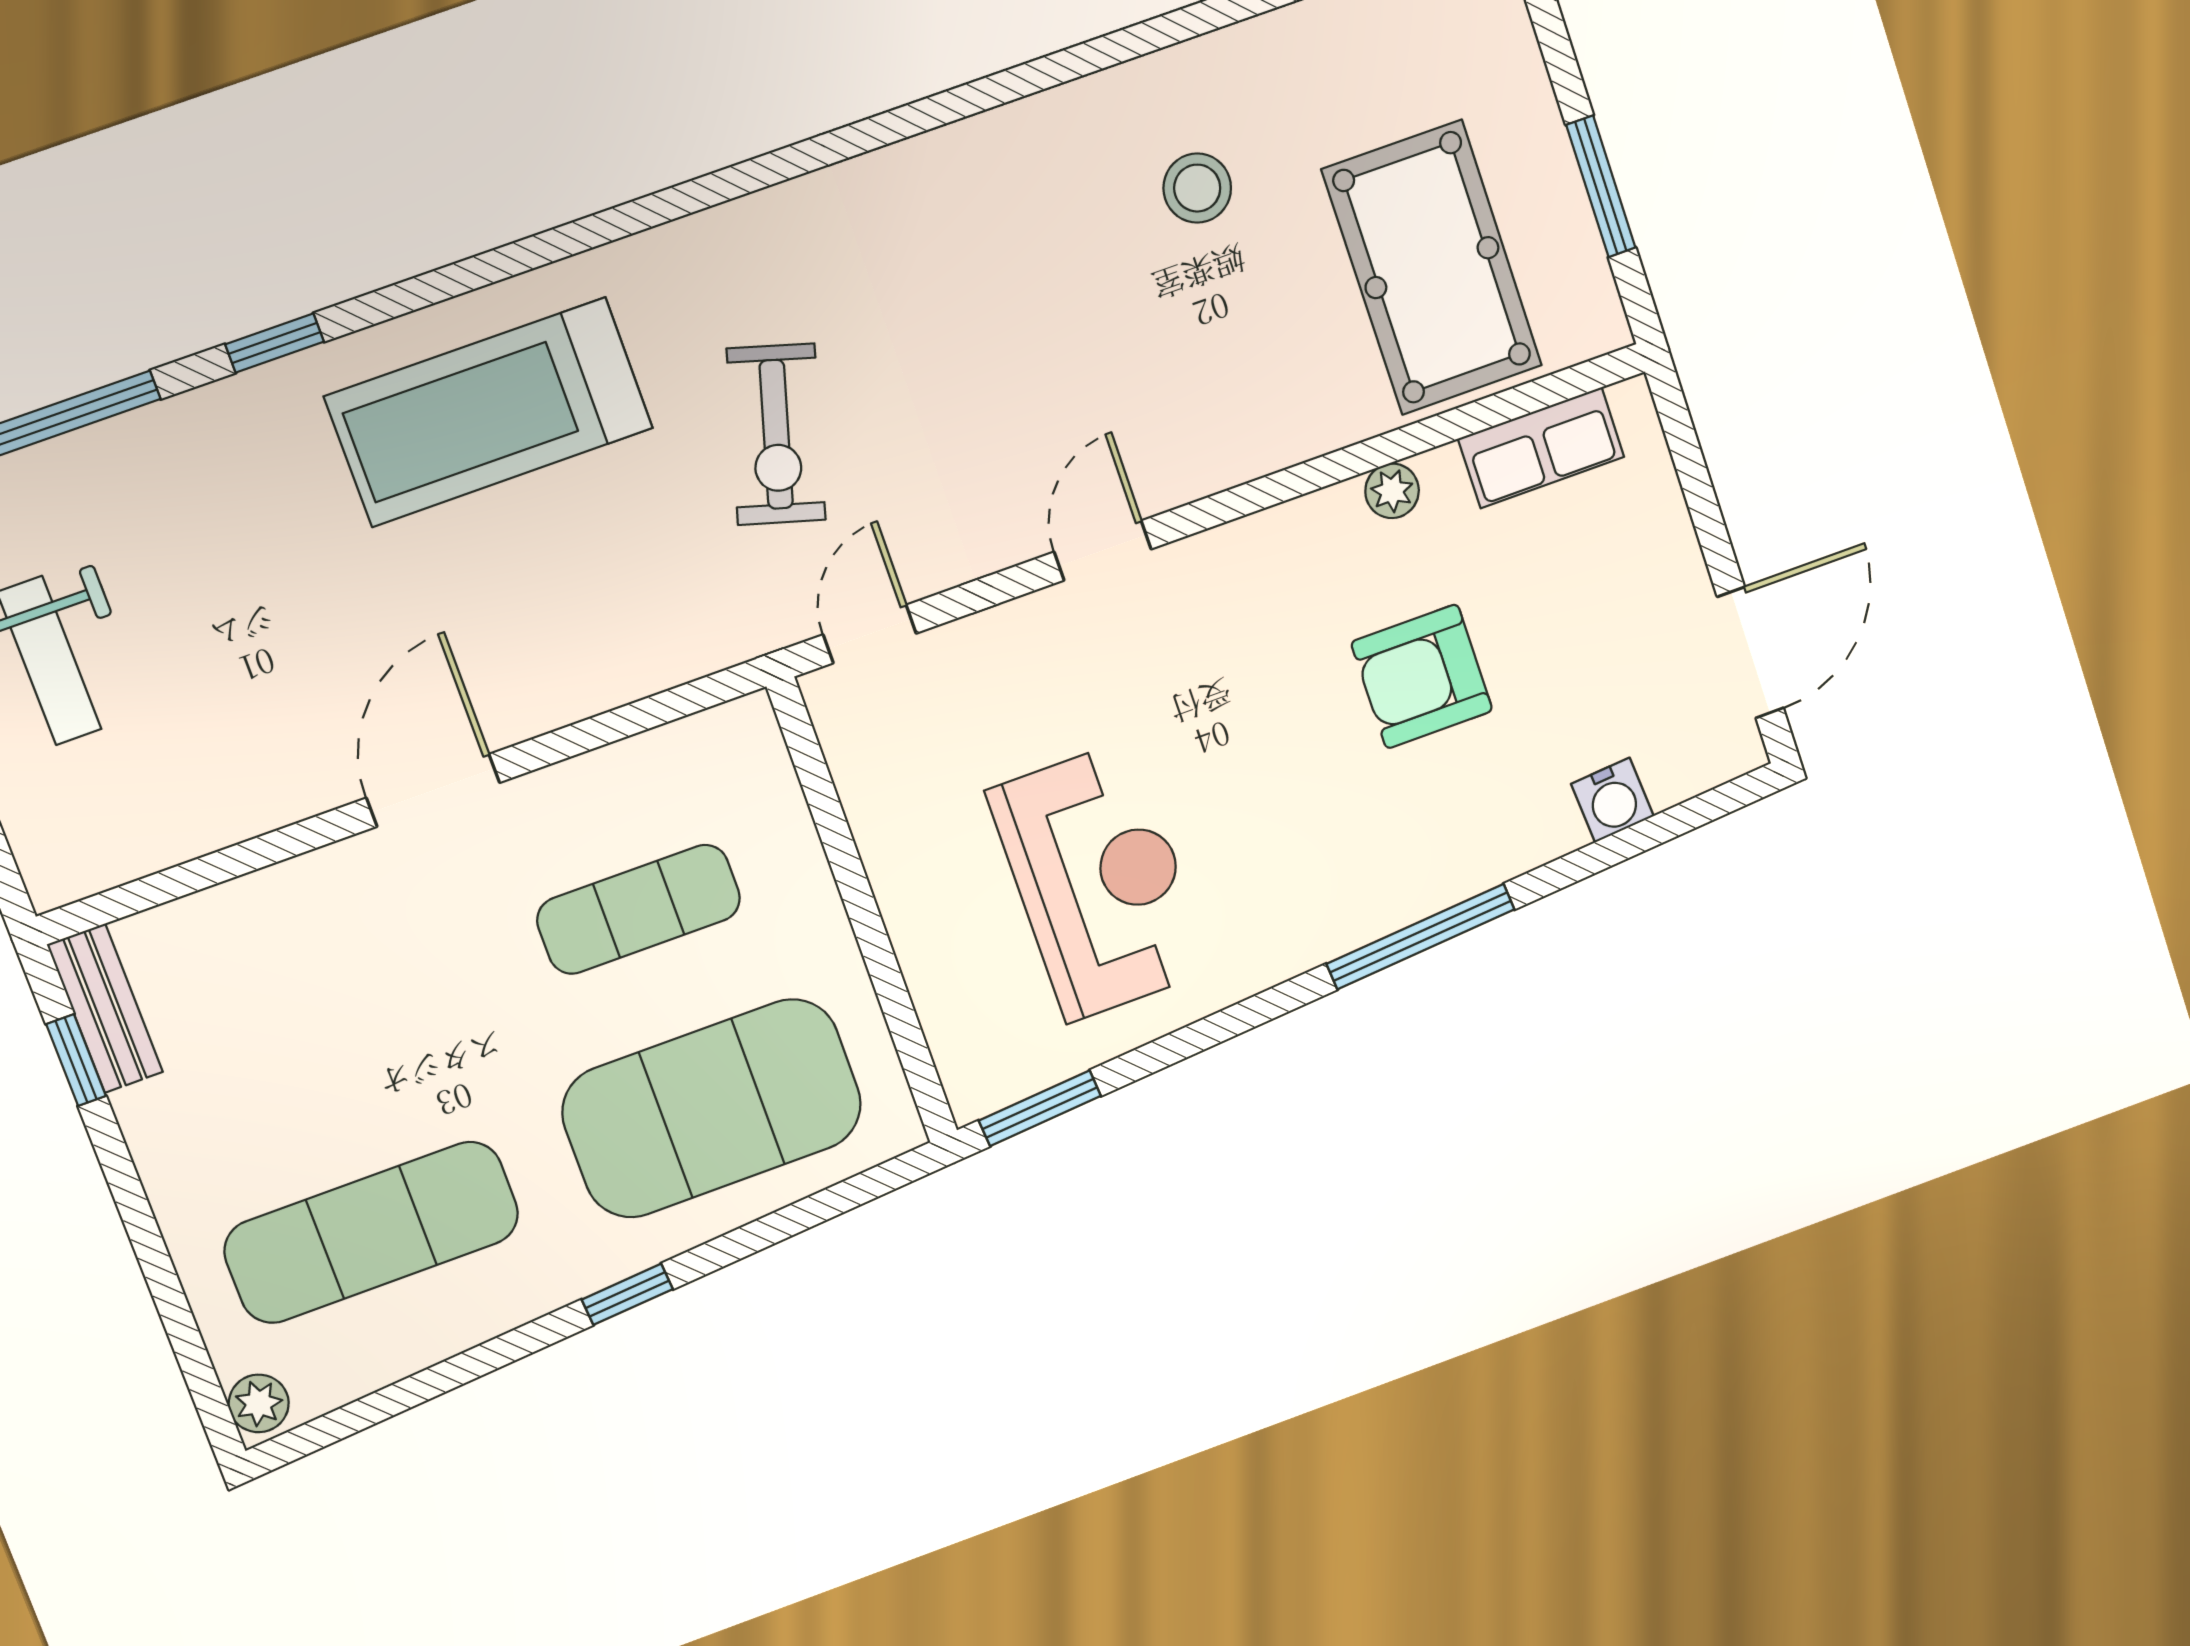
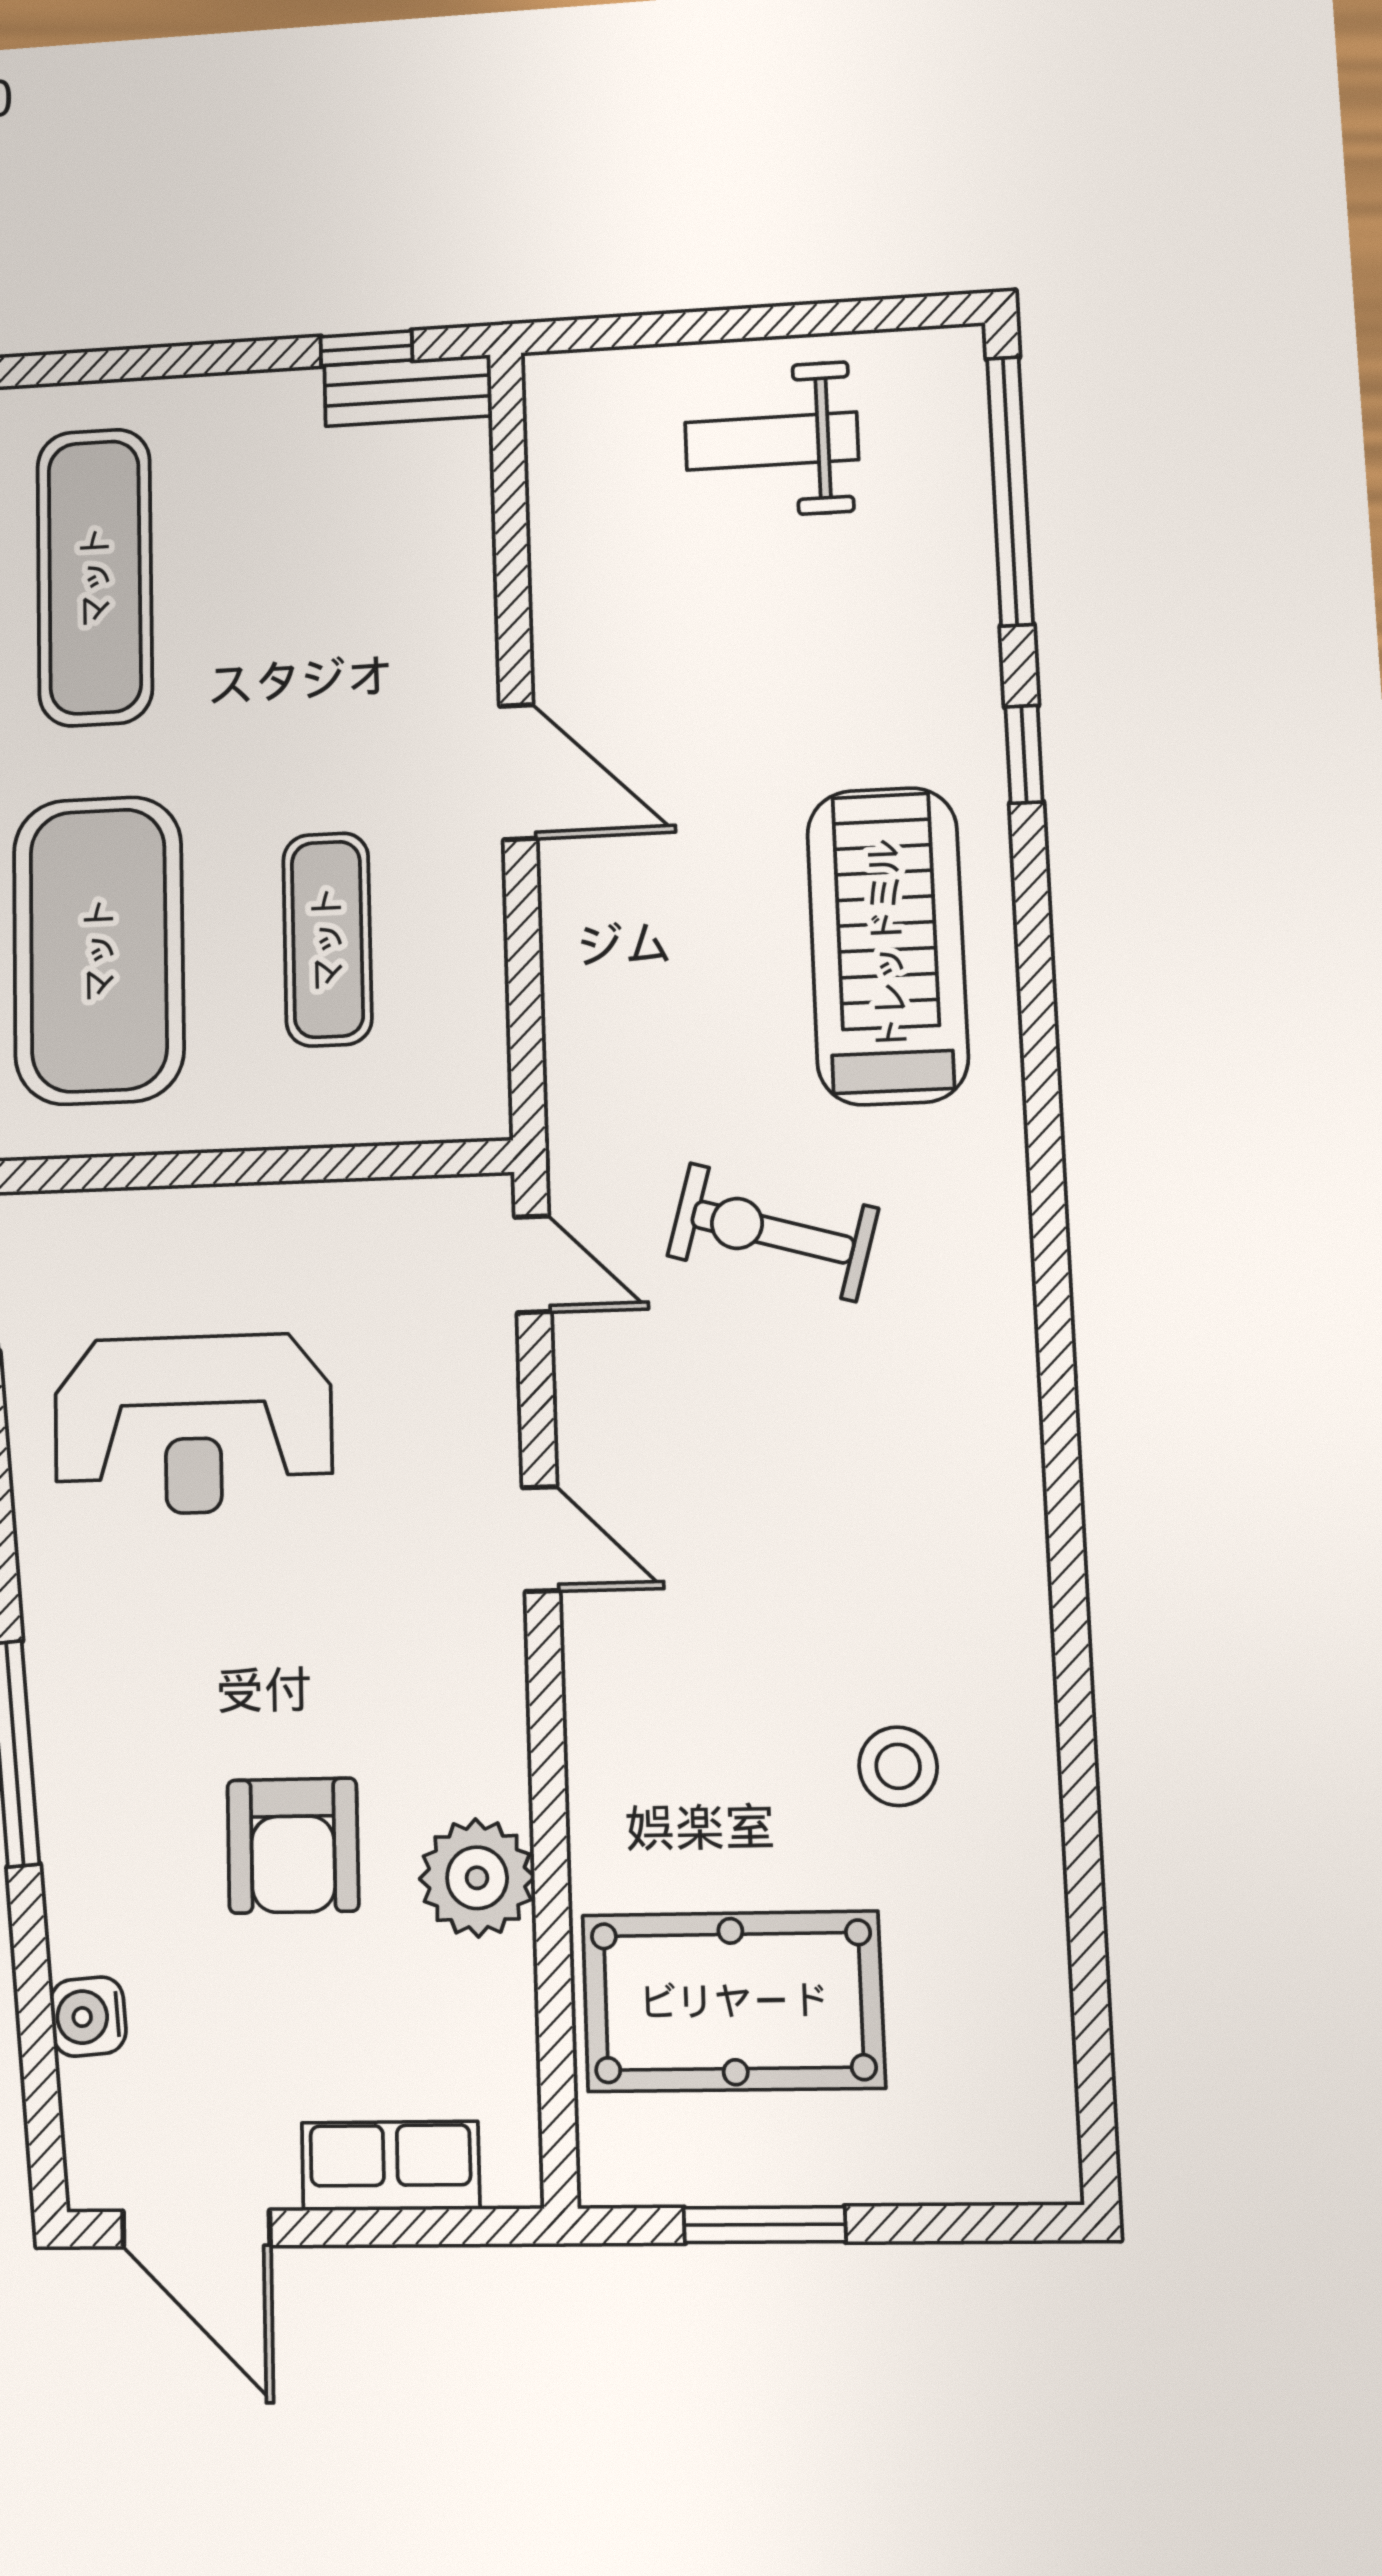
row of seats: (1541, 448) -> (391, 2166), moved, turned 90
plant: (1392, 491) -> (477, 1878), width x1.87, depth x1.87
armchair: (1422, 676) -> (293, 1846), turned 180

